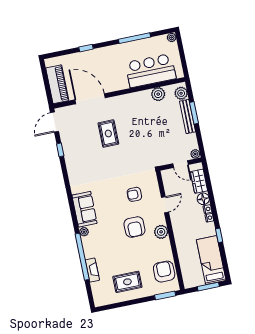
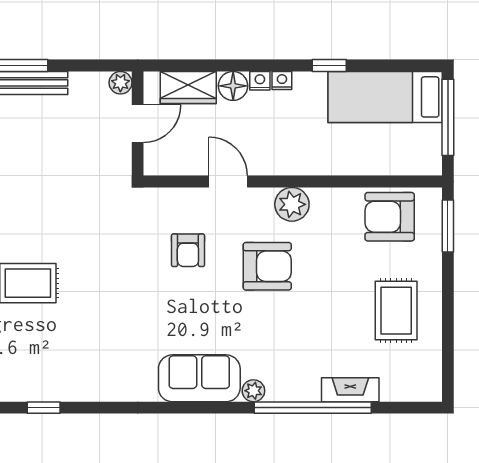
window: (208, 287) -> (448, 117), width x1.44

